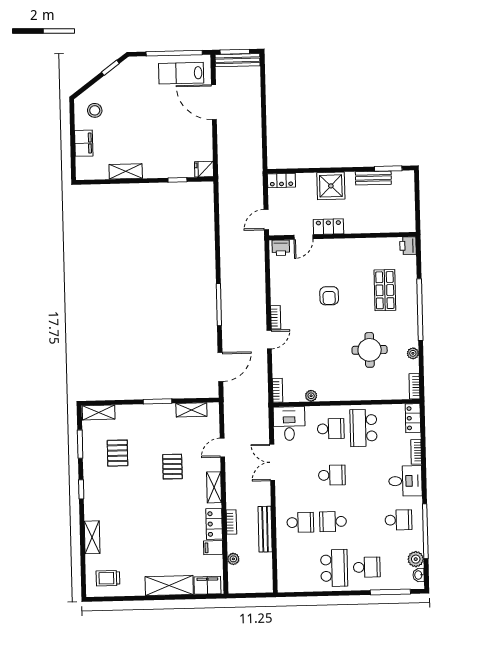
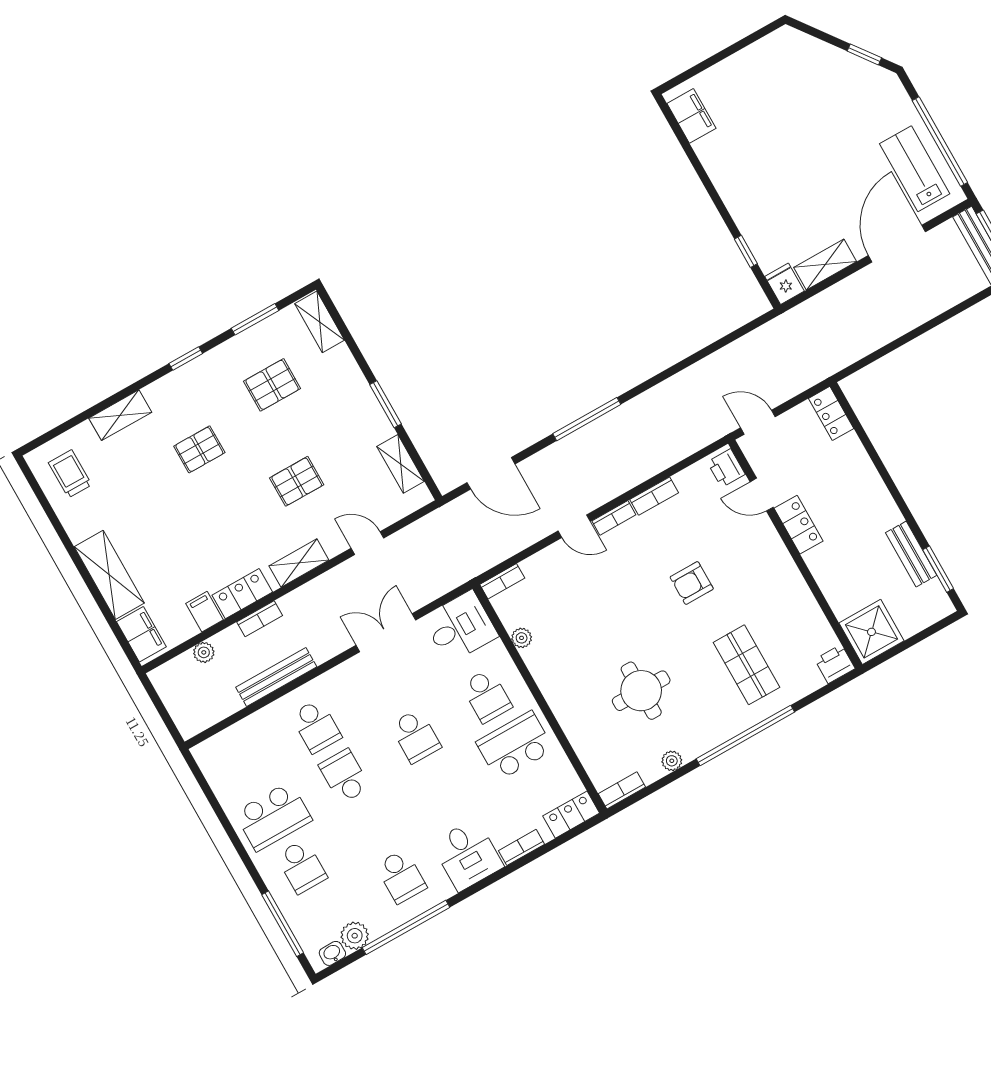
stool: (95, 110) -> (785, 65), removed
filing cabinet: (84, 143) -> (691, 116), moved, turned -90
shelving: (126, 171) -> (825, 265), moved, turned 90
shower: (331, 186) -> (871, 632), moved
shop shelf: (385, 290) -> (747, 665), turned 90
bookcase: (276, 291) -> (654, 496), added
pallet: (130, 507) -> (199, 449), added

